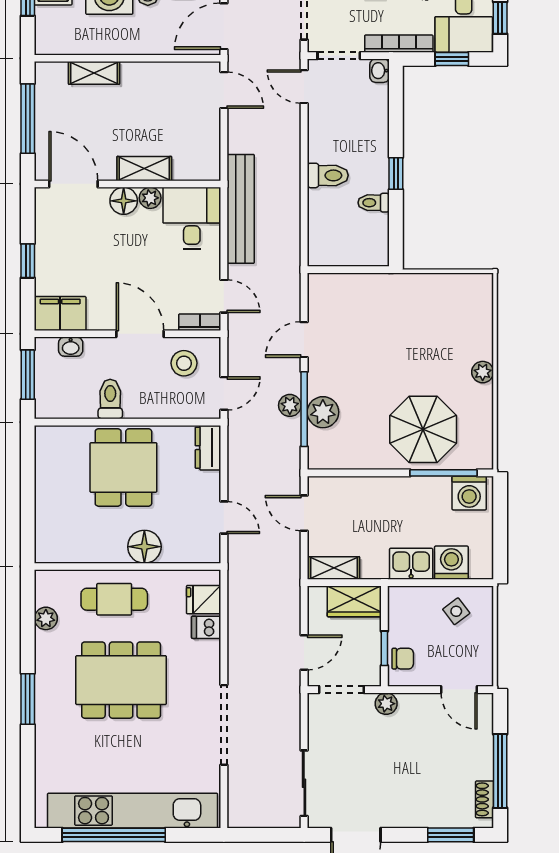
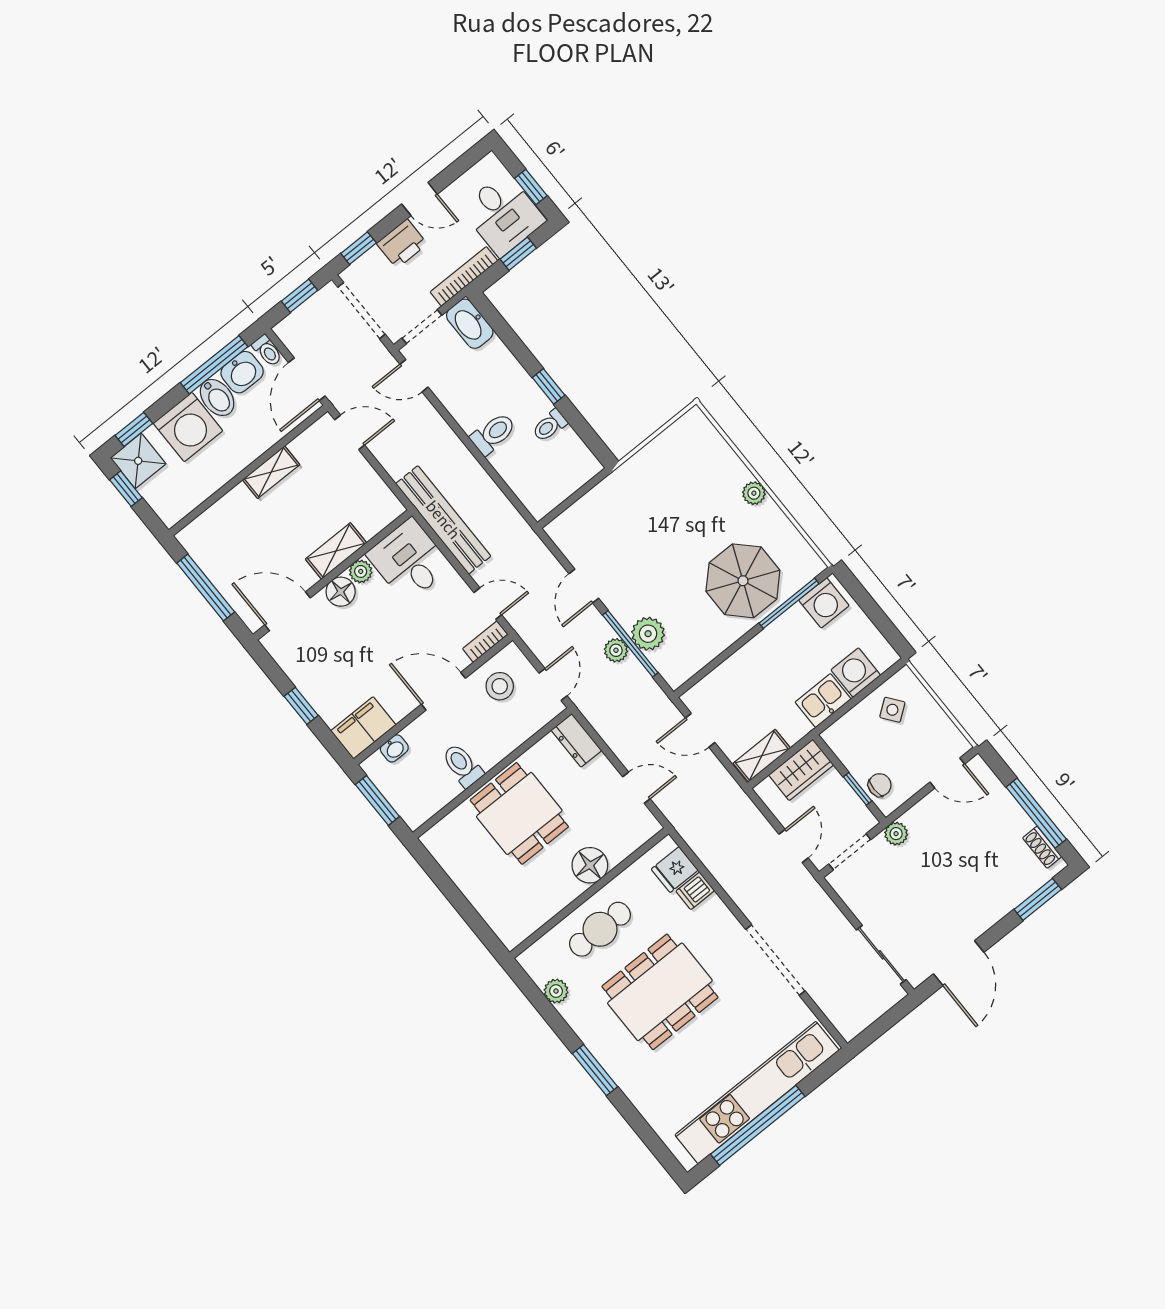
washbasin: (380, 71) -> (470, 324), width x1.91, depth x1.45
shelving: (94, 73) -> (271, 472), moved

